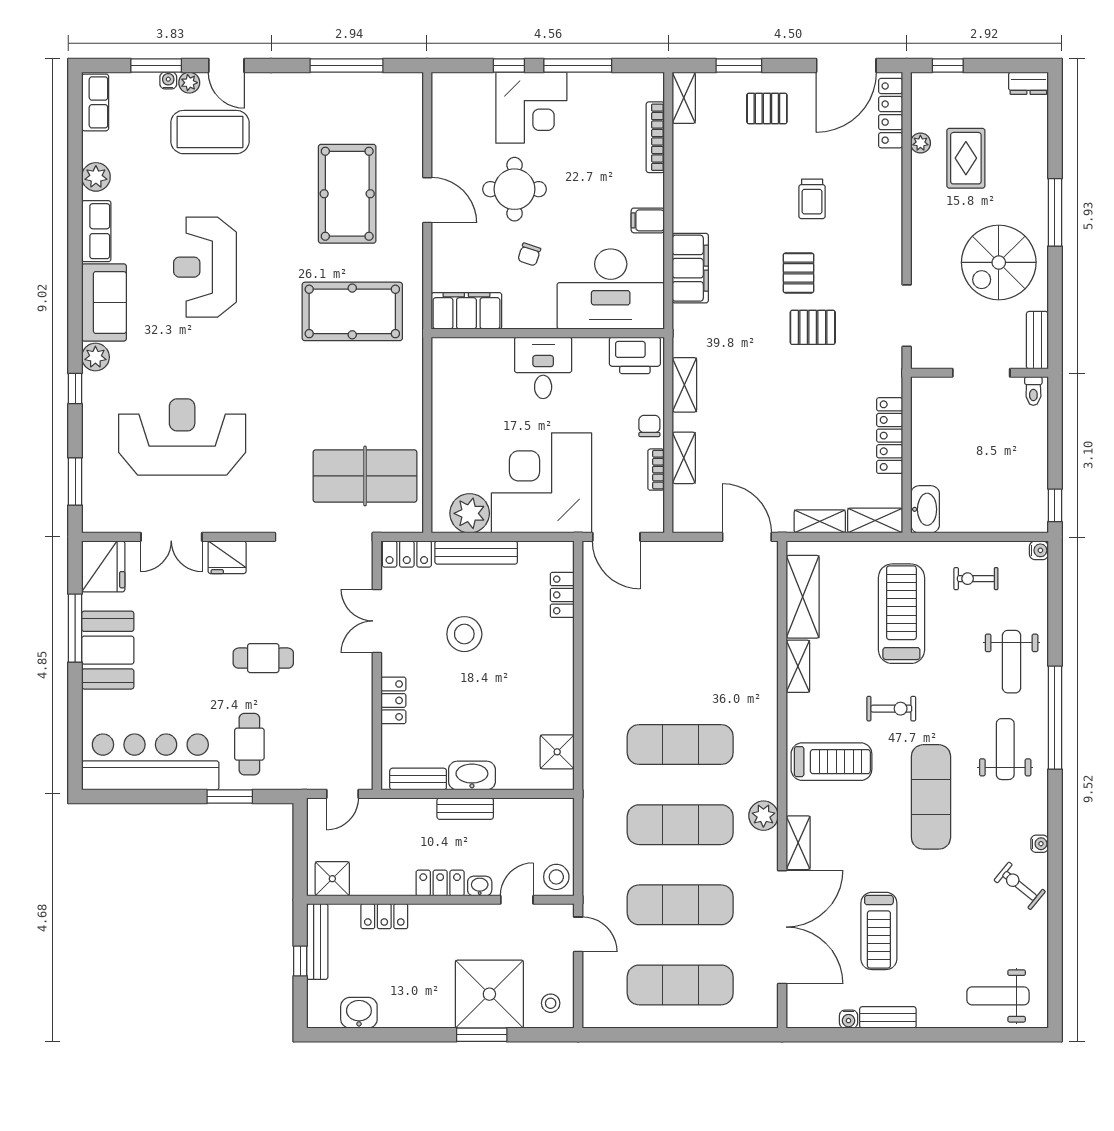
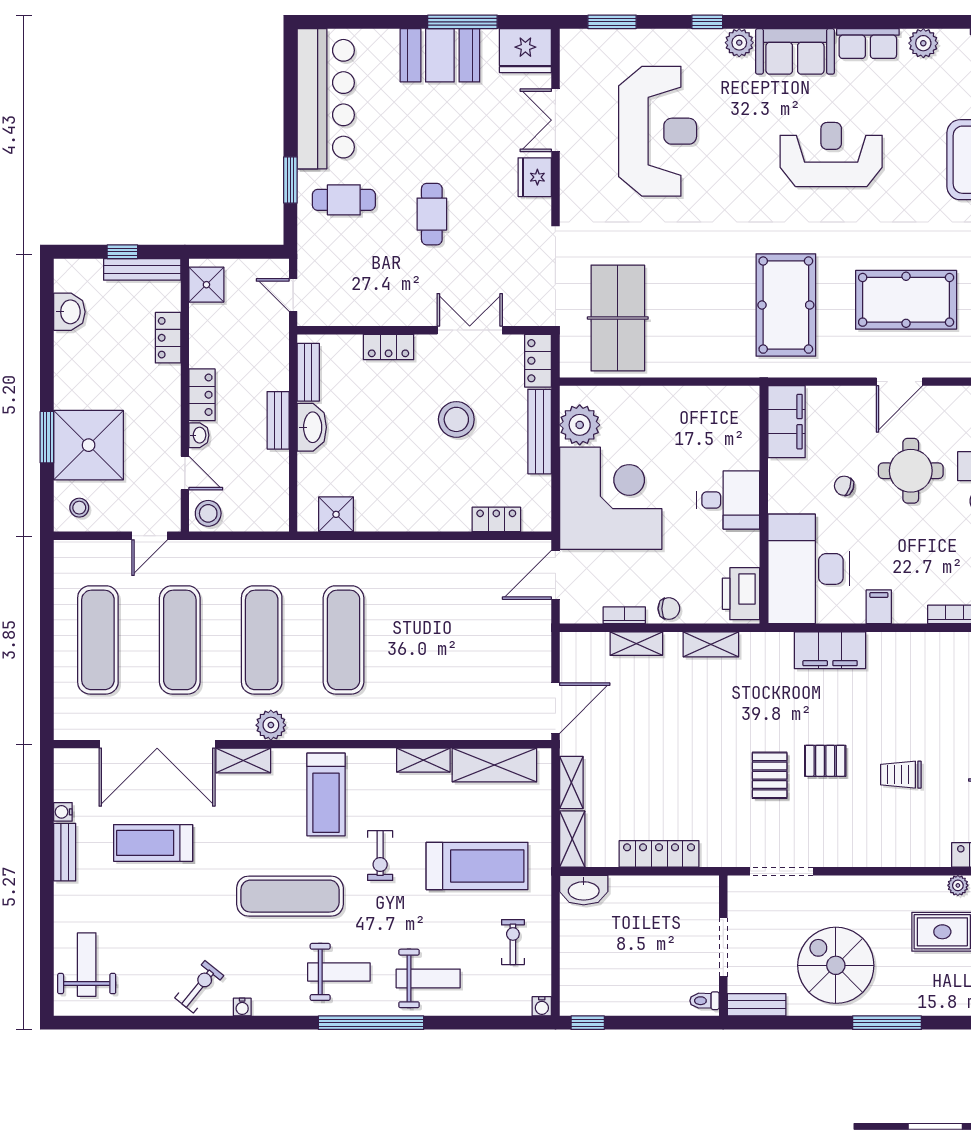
weight bench: (1012, 662) -> (428, 978), turned 180

